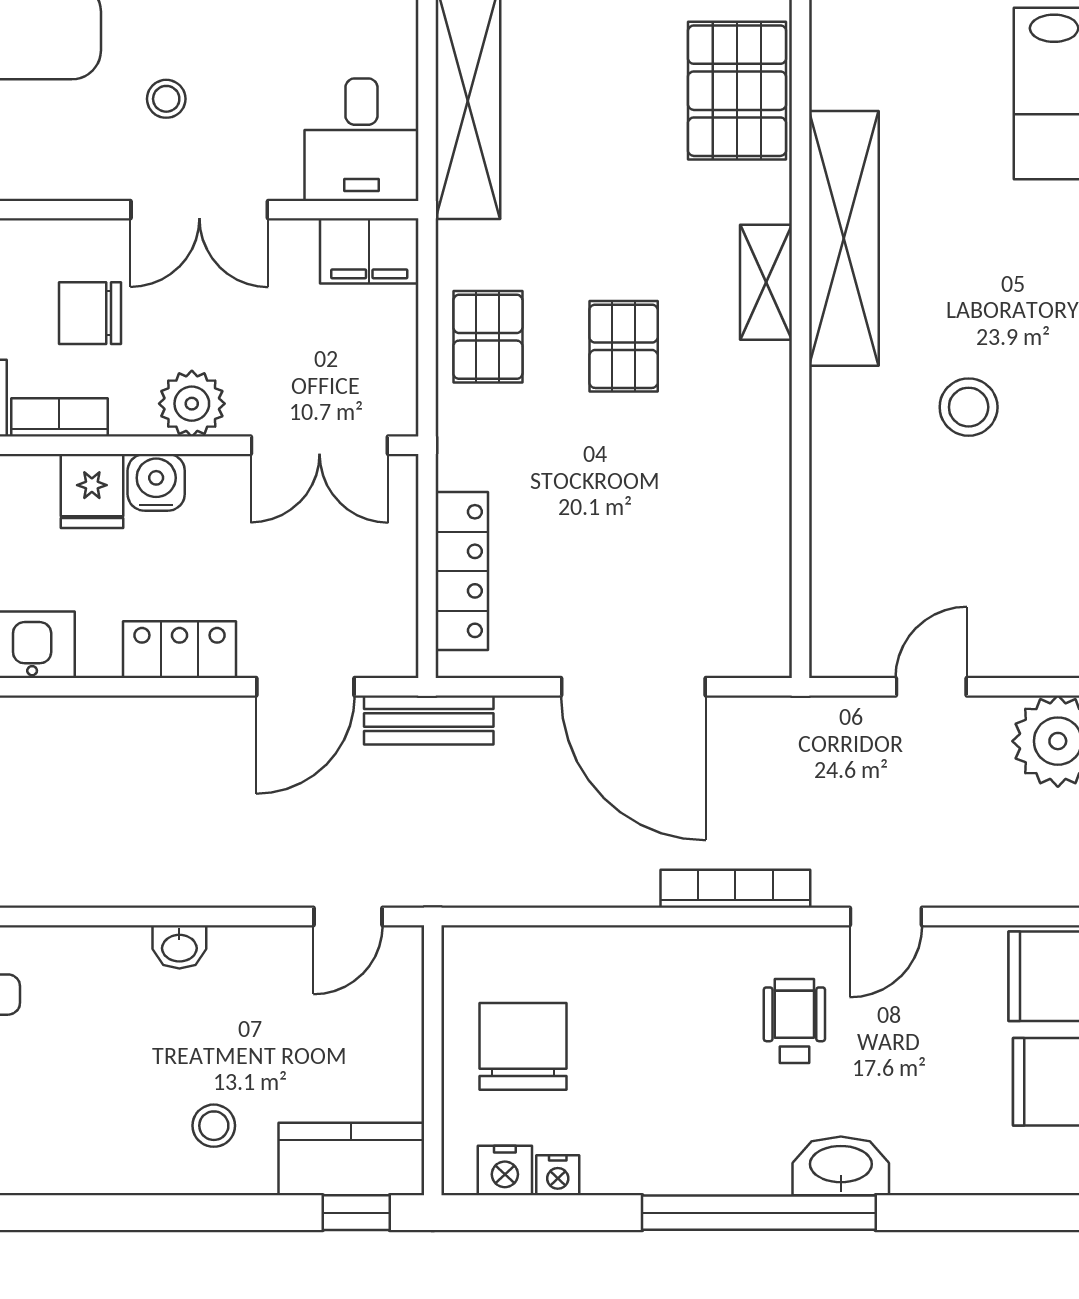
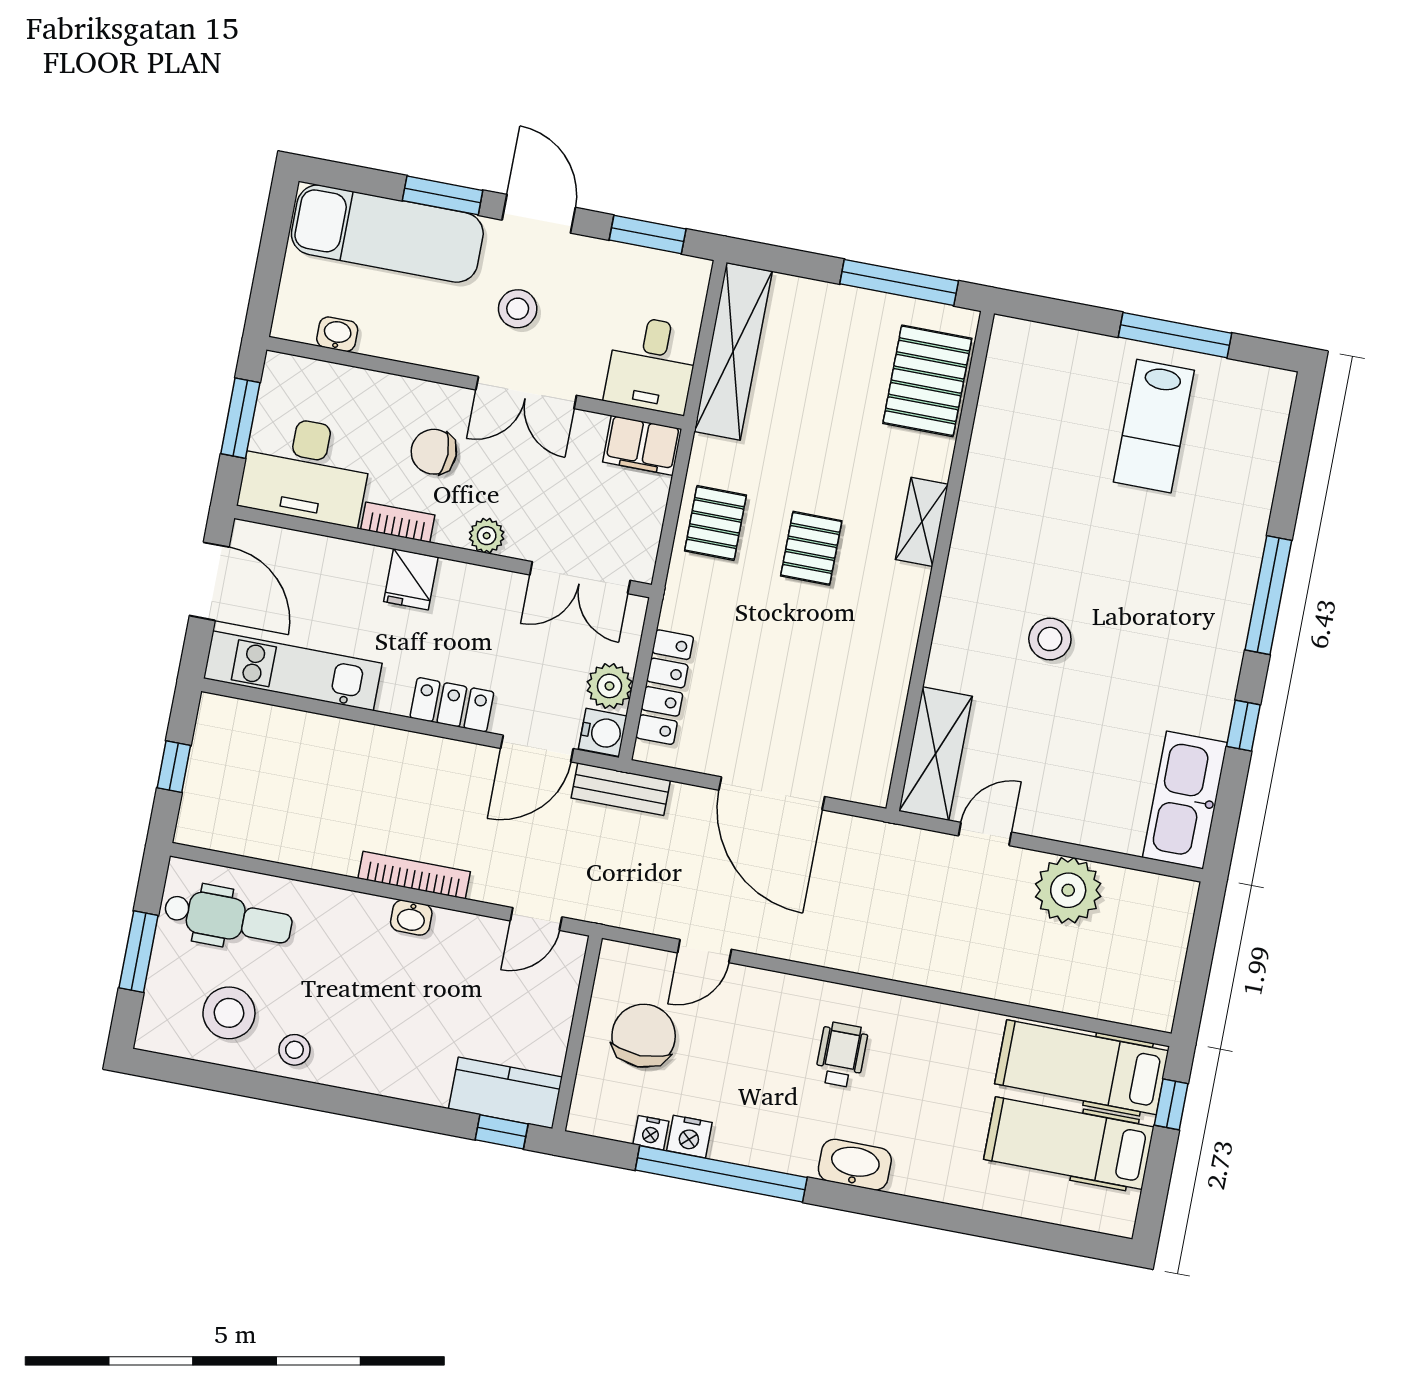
stool: (166, 99) -> (518, 309), width x1.37, depth x1.37
shelving: (844, 238) -> (936, 754), moved, width x0.68
plant: (192, 404) -> (487, 536), width x0.73, depth x0.73
water cooler: (156, 482) -> (603, 732), moved, turned 90
plant: (387, 584) -> (609, 686), added
bookcase: (735, 889) -> (414, 875), moved
door: (886, 917) -> (704, 951), moved
stool: (214, 1126) -> (294, 1050), moved
nightstand: (505, 1170) -> (689, 1137), moved
window: (759, 1213) -> (721, 1174), moved

